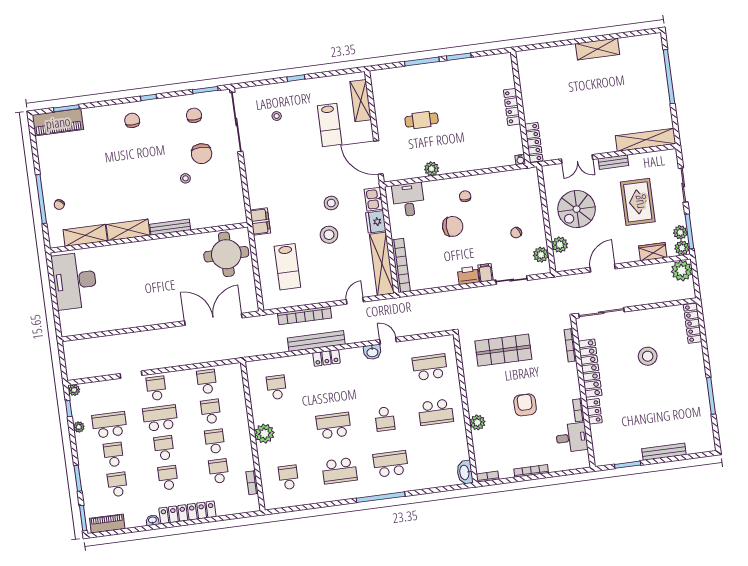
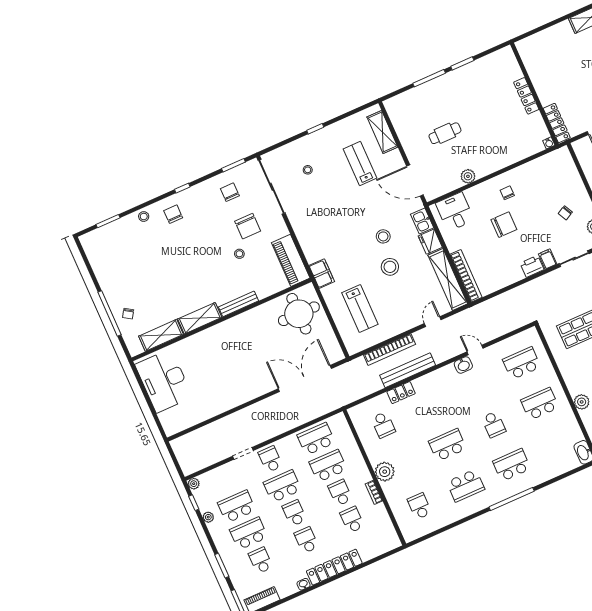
stool: (103, 114) -> (144, 217), added
piano: (58, 122) -> (291, 260), moved, turned 90
lab bench: (330, 125) -> (360, 163), turned 180
locker: (326, 358) -> (401, 393), moved
school desk: (207, 382) -> (316, 439), width x1.85
school desk: (277, 387) -> (383, 425), turned 180
school desk: (211, 411) -> (328, 466), width x1.85
school desk: (436, 412) -> (540, 404), turned 180
school desk: (113, 455) -> (249, 533), width x1.85
bookcase: (252, 483) -> (374, 492), moved

